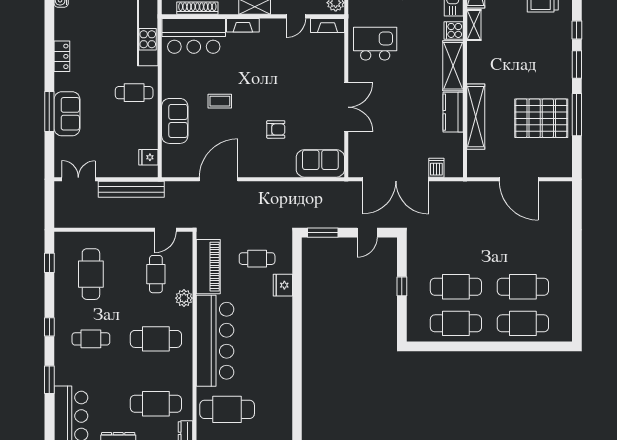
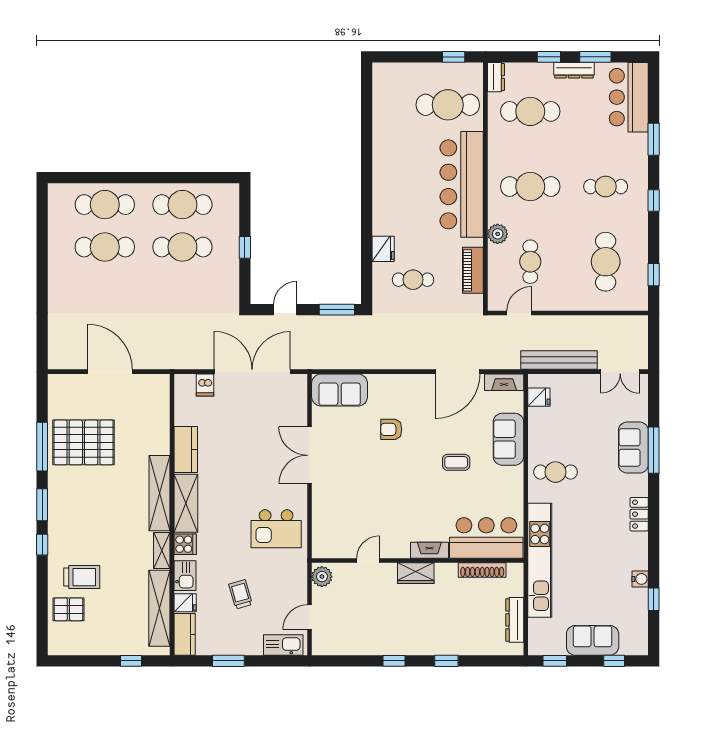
fireplace: (328, 25) -> (504, 382), moved, turned 180
shelving: (476, 117) -> (159, 493), moved
piano: (208, 267) -> (473, 270), width x0.73, depth x0.75

